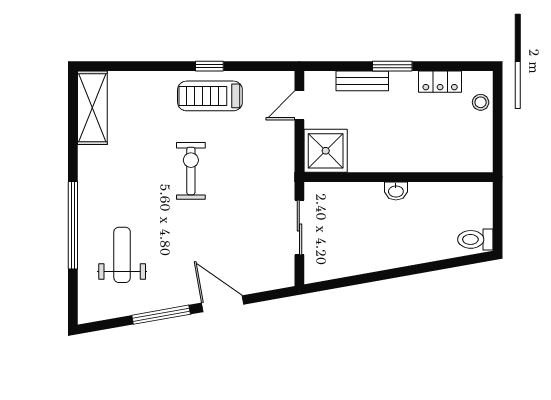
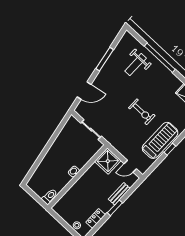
treadmill: (210, 96) -> (160, 140), width x1.37, depth x1.38
door: (299, 105) -> (130, 166), swing flipped
toilet: (475, 239) -> (50, 197), moved
weight bench: (122, 255) -> (136, 65), turned 90
door: (223, 304) -> (84, 91), moved

